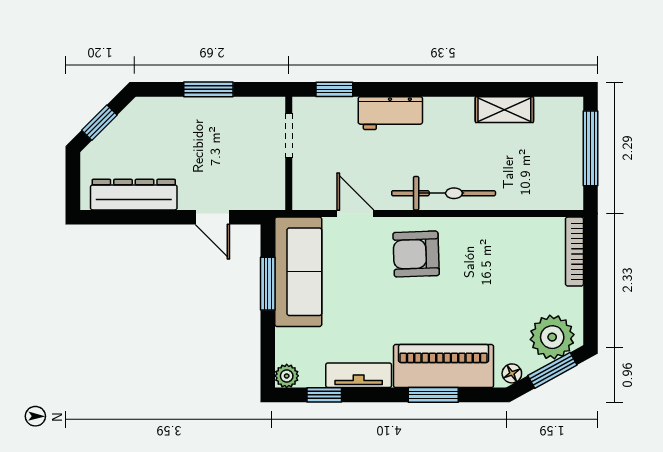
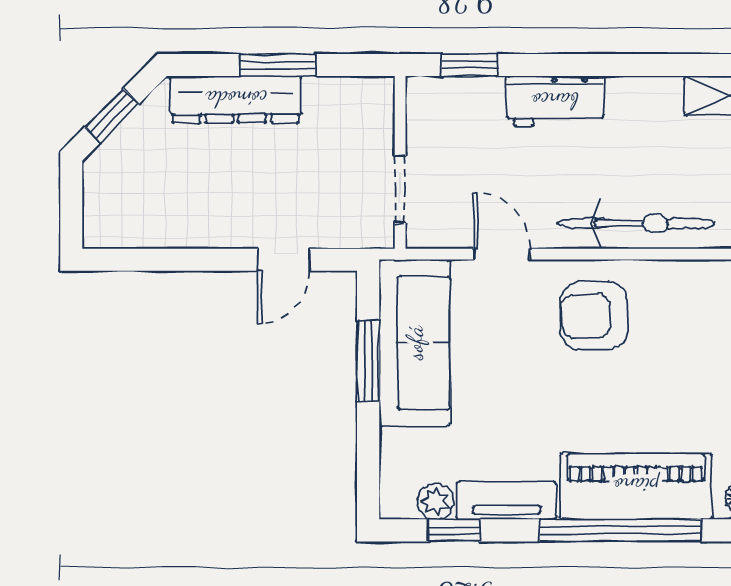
doorway: (289, 136) -> (400, 189), moved
dresser: (134, 195) -> (236, 99), moved, turned 180
door: (212, 217) -> (284, 260), hinge flipped
plant: (287, 376) -> (435, 502), moved
window: (433, 395) -> (620, 530), width x2.11

